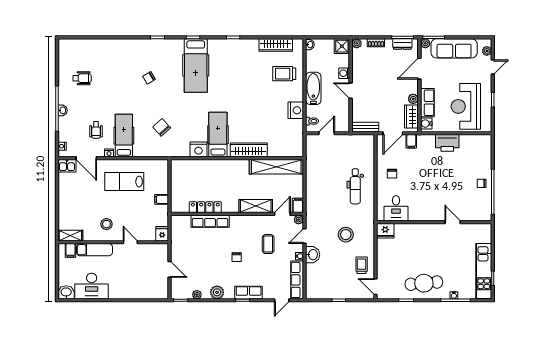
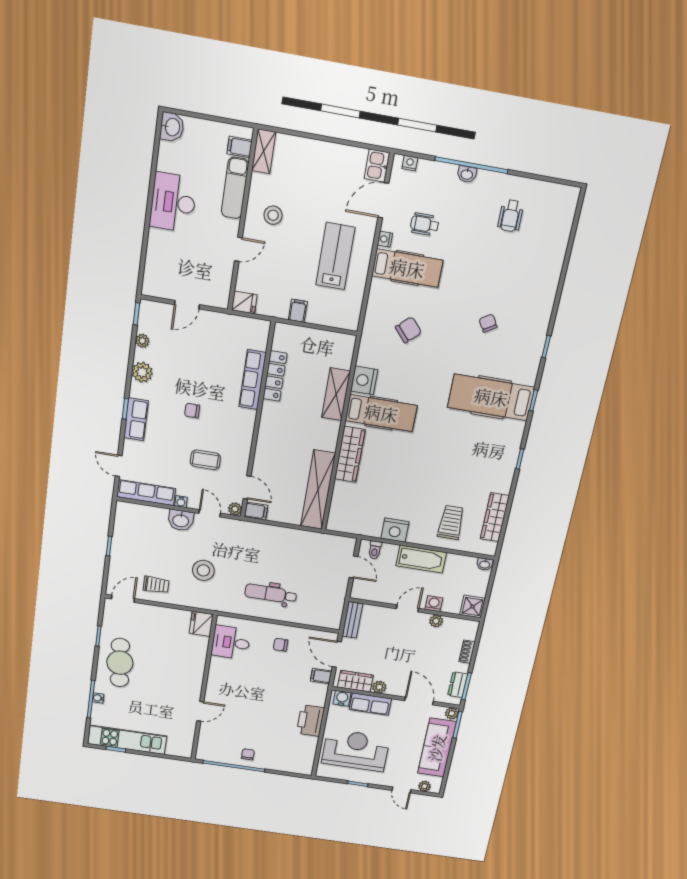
plant: (357, 43) -> (436, 621), moved
shelving: (256, 206) -> (336, 394), moved
desk: (92, 286) -> (173, 202), moved

